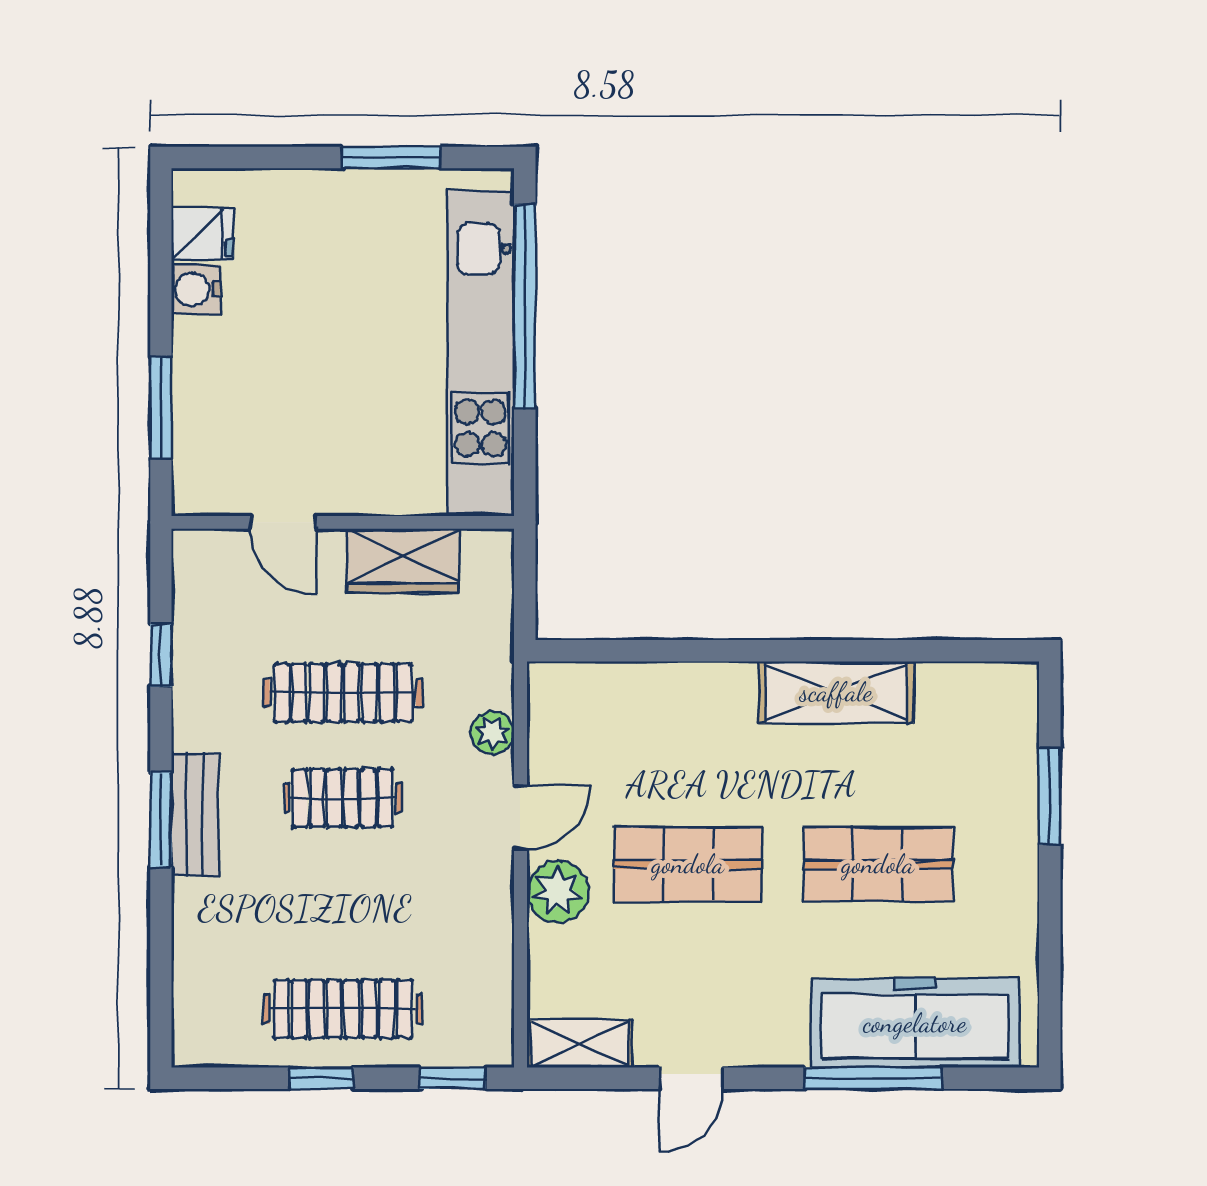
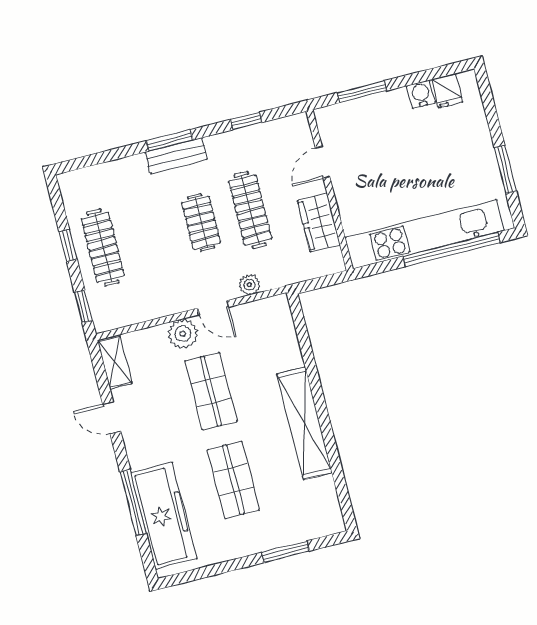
shelving: (836, 692) -> (304, 423), width x1.47

